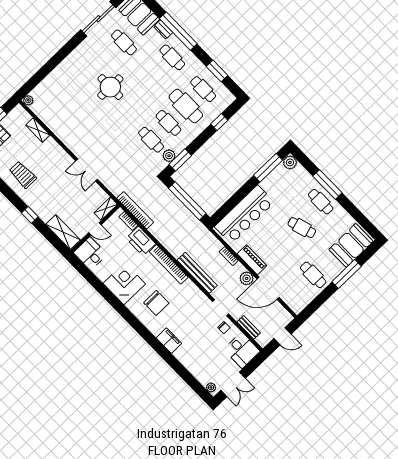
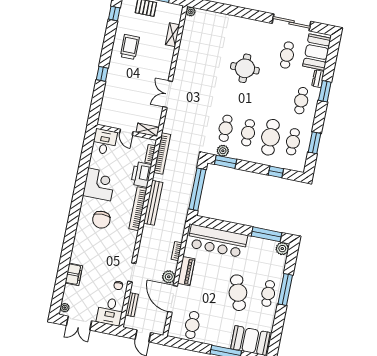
window: (178, 31) -> (325, 91), width x0.47
cafe table: (302, 228) -> (238, 293), width x1.37, depth x1.35
shelving: (63, 232) -> (107, 109), removed
bench: (197, 273) -> (153, 203), moved
cafe table: (313, 275) -> (192, 325), moved
filing cabinet: (169, 341) -> (74, 274), moved

